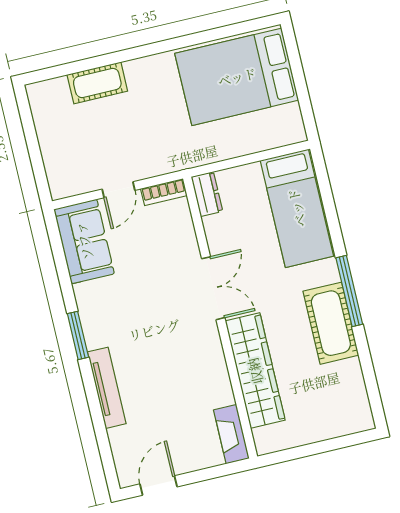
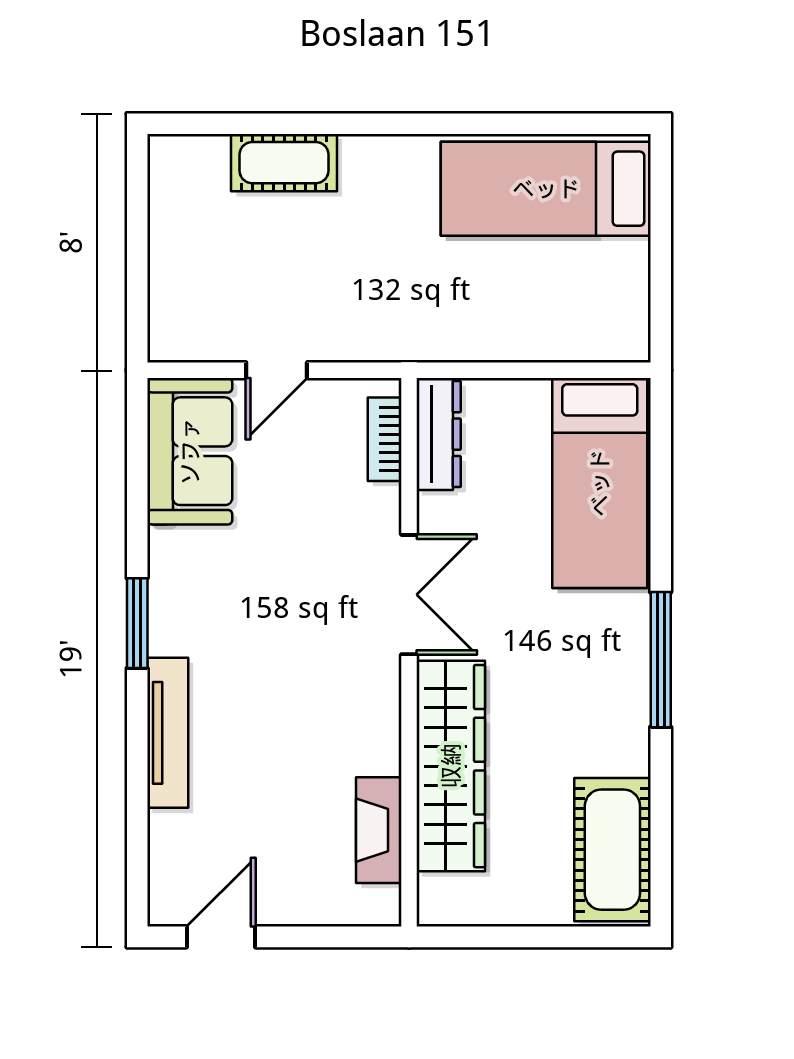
bed: (237, 77) -> (546, 189), width x0.67
bookcase: (164, 192) -> (385, 439), moved, turned 90
dresser: (207, 194) -> (439, 434), width x1.44
cot: (331, 323) -> (612, 850), moved
fireplace: (231, 434) -> (379, 830), moved

